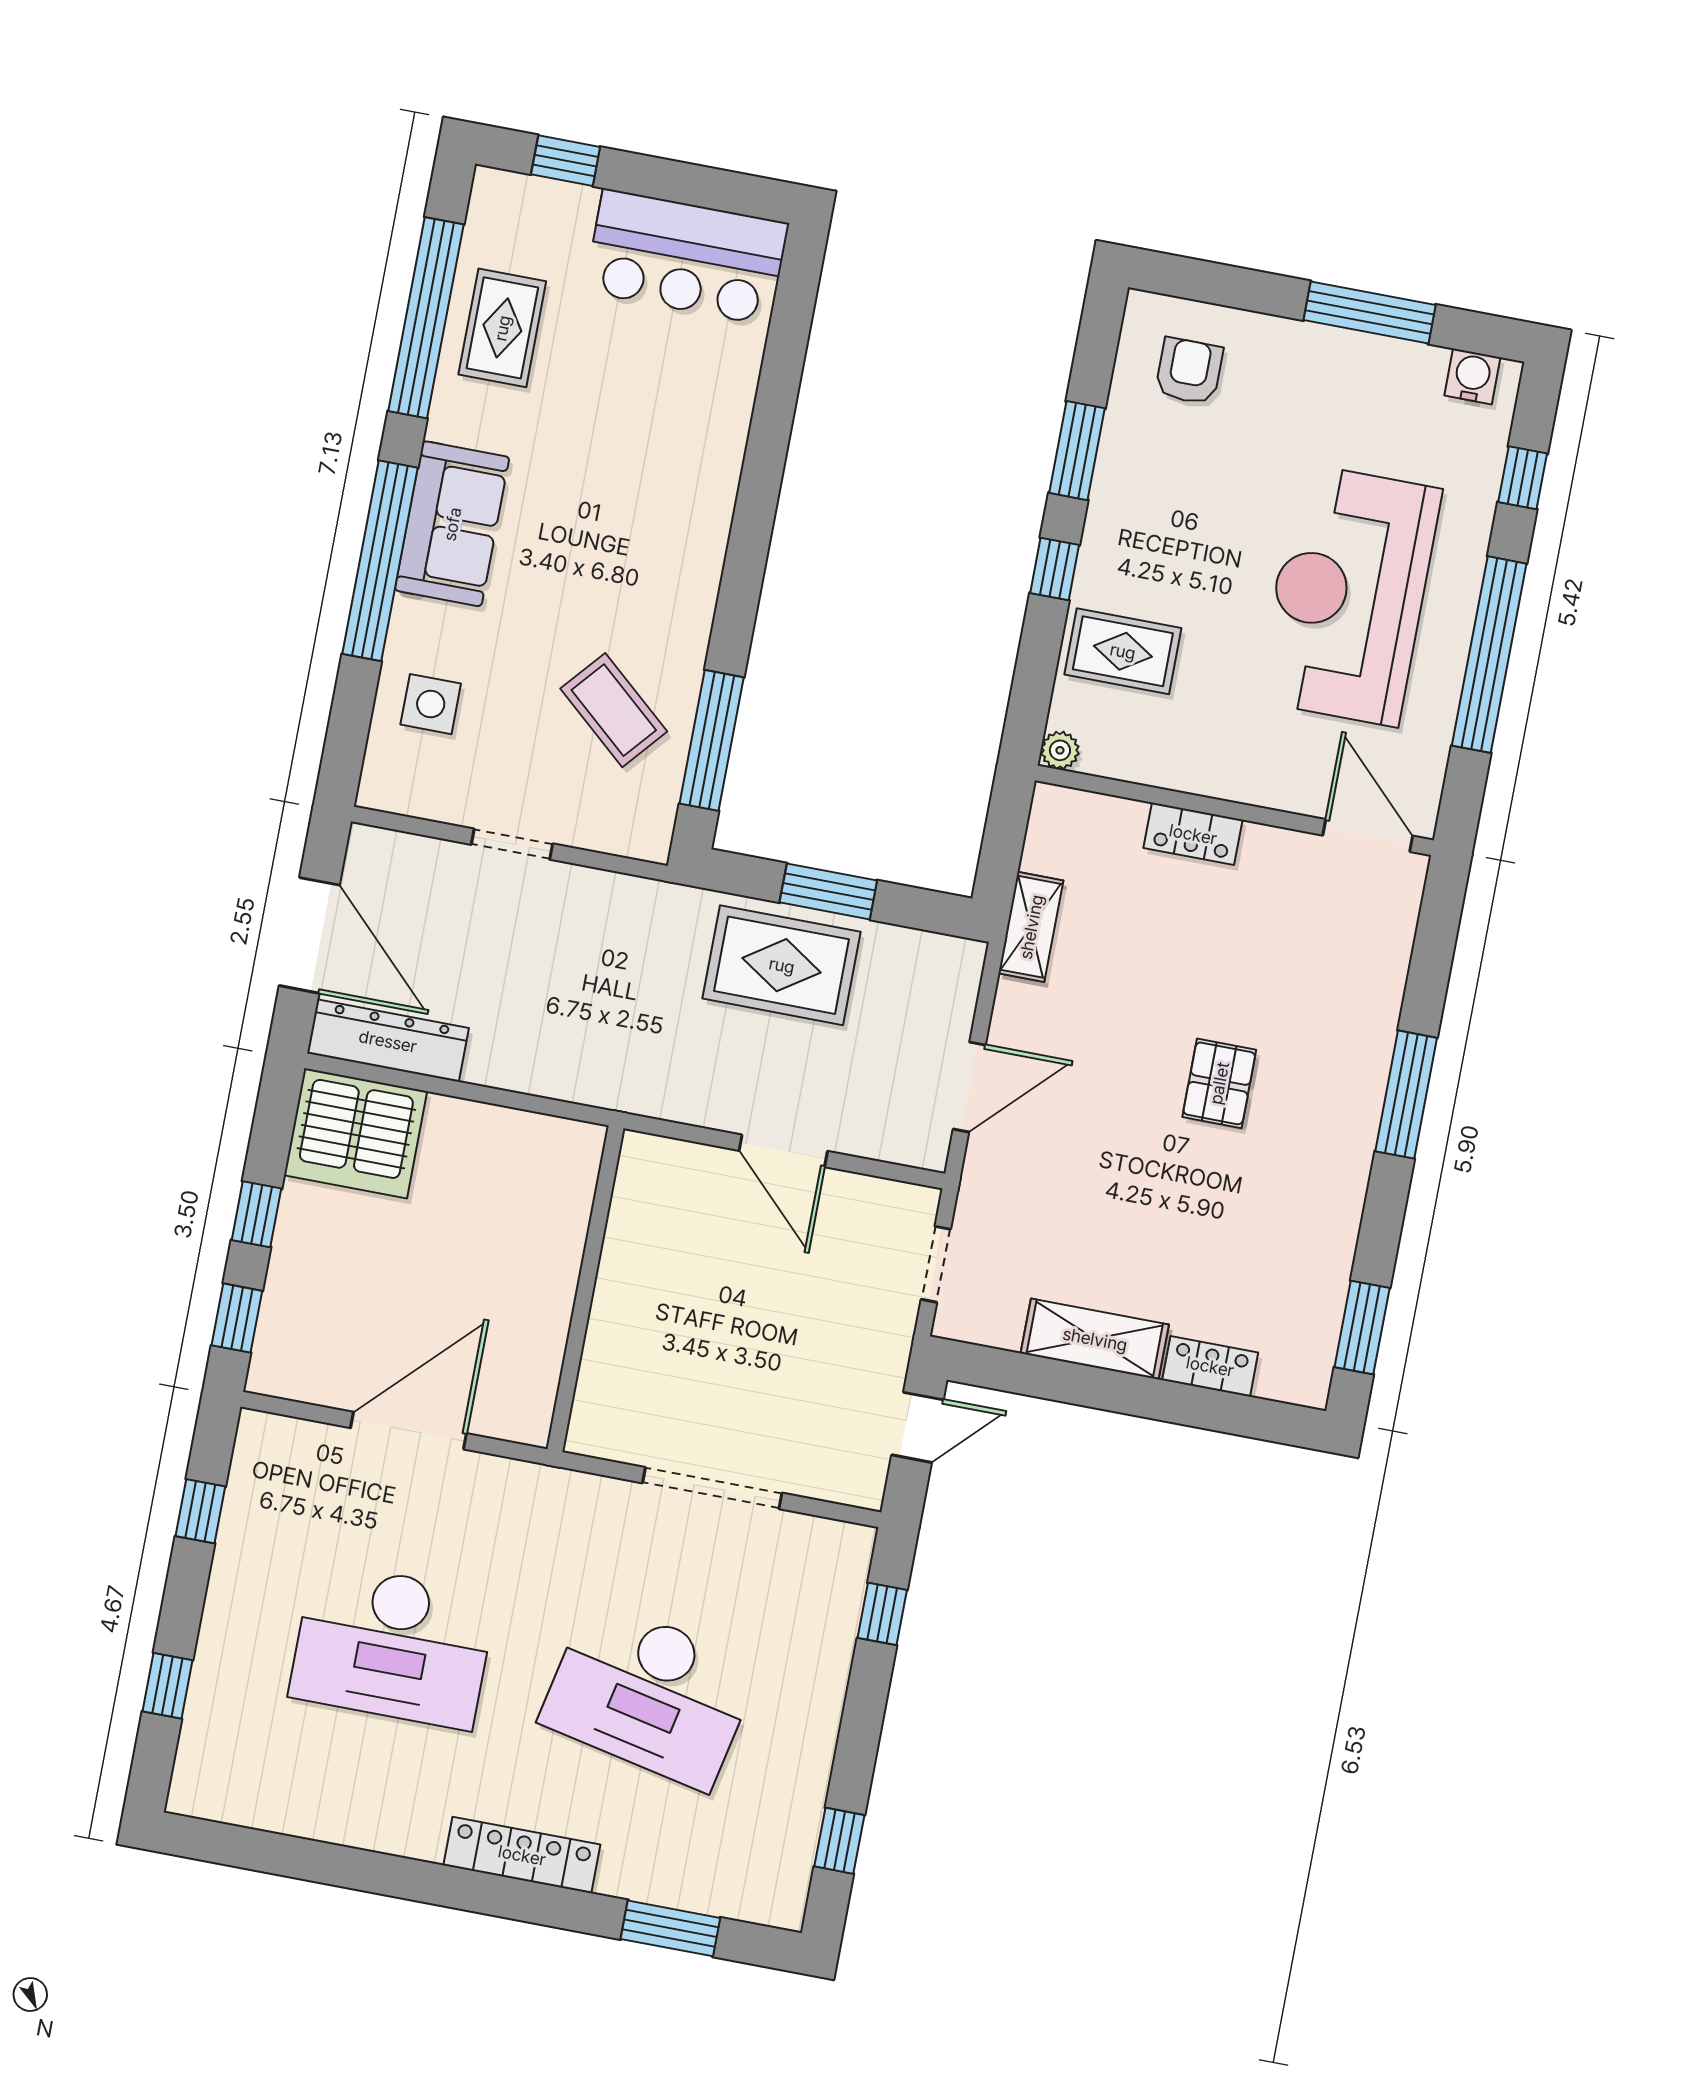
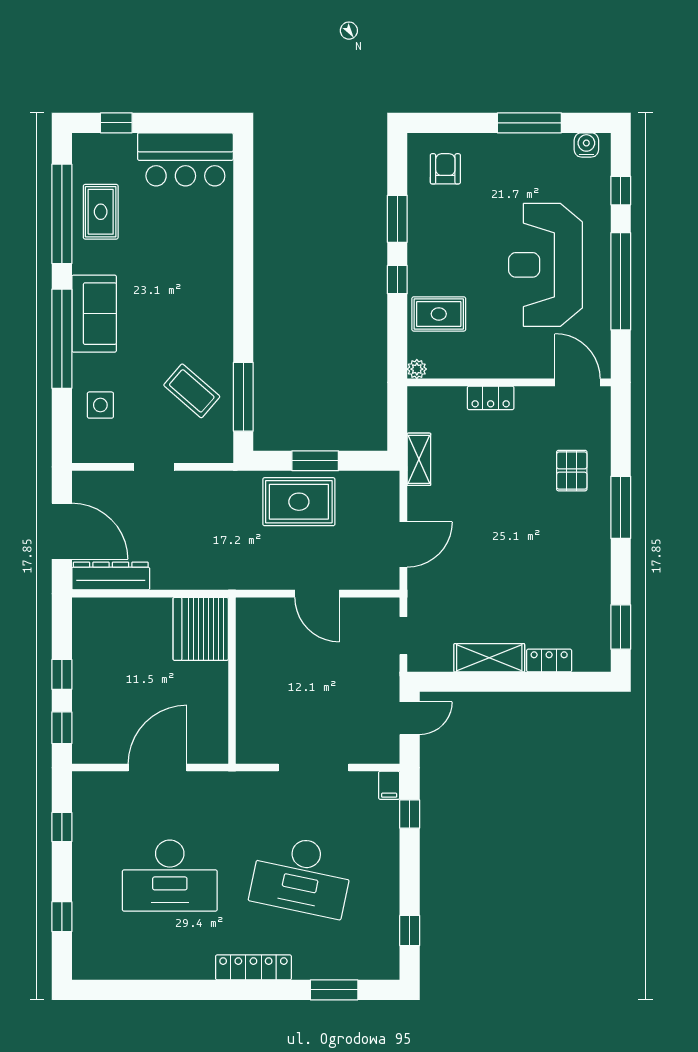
pallet: (1219, 1083) -> (572, 471), moved
server rack: (356, 1133) -> (201, 629), moved, turned 90
filing cabinet: (853, 1551) -> (389, 785), added

